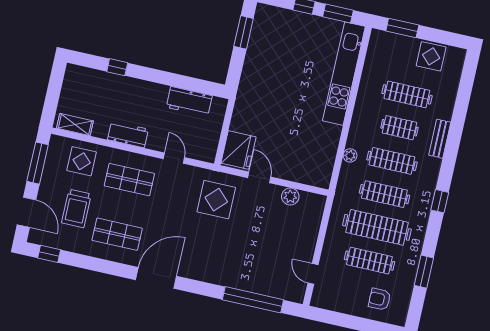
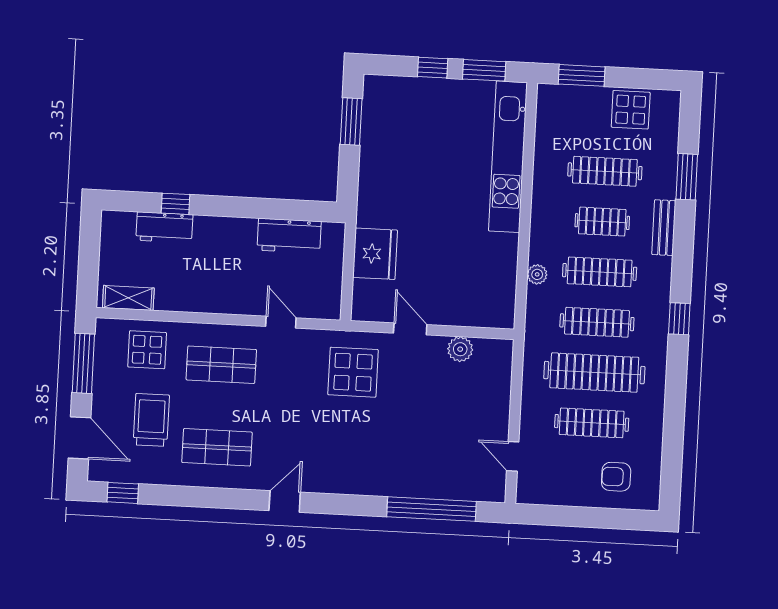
workbench: (128, 134) -> (164, 227), moved, turned 180
fridge: (238, 150) -> (375, 254), moved
trolley: (76, 208) -> (151, 420), turned 180
window: (424, 272) -> (687, 177), moved
door: (156, 278) -> (285, 501), width x0.53

